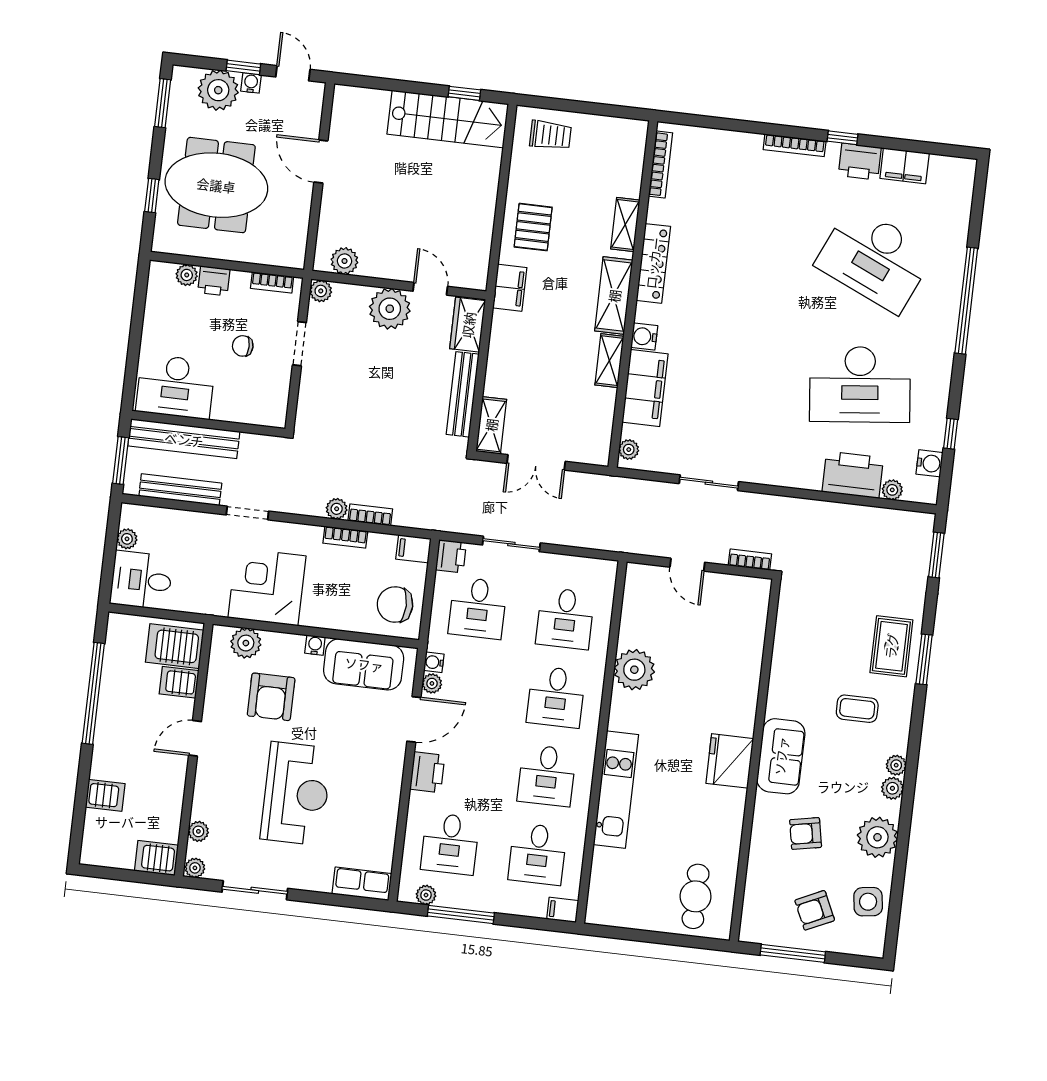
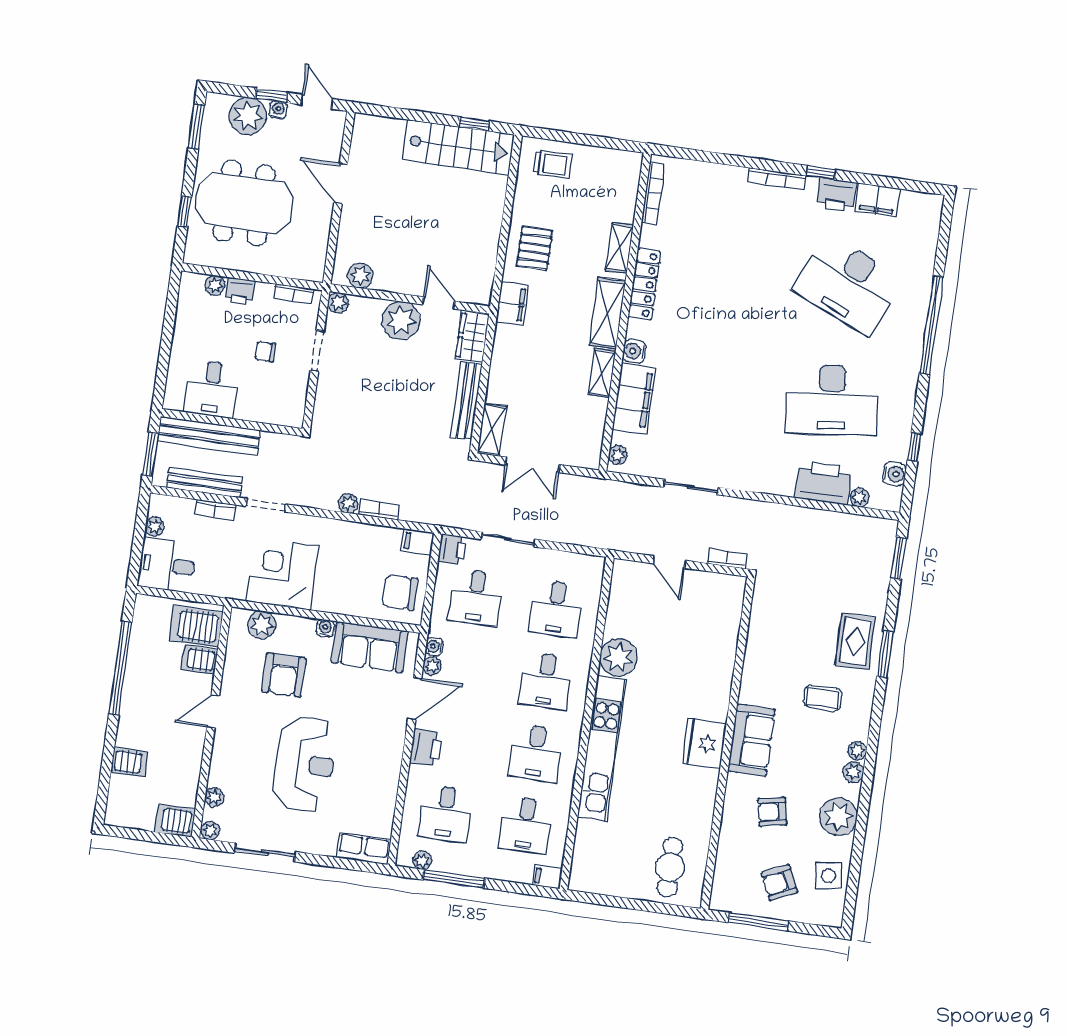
desk: (176, 387) -> (212, 389), width x0.73
bookcase: (345, 537) -> (215, 510), moved
kitchen unit: (616, 790) -> (602, 749), width x1.36

